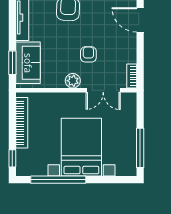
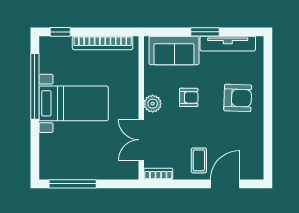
coffee table: (120, 42) -> (199, 160), added
armchair: (88, 54) -> (189, 97), moved
window: (12, 63) -> (205, 32), moved
bed with nightstands: (81, 147) -> (74, 103), width x0.73

